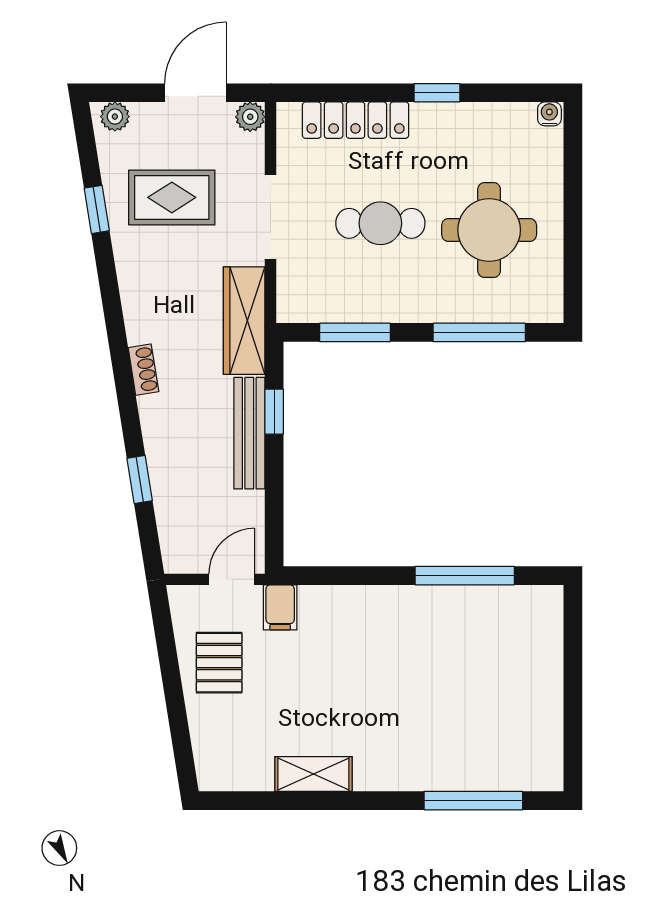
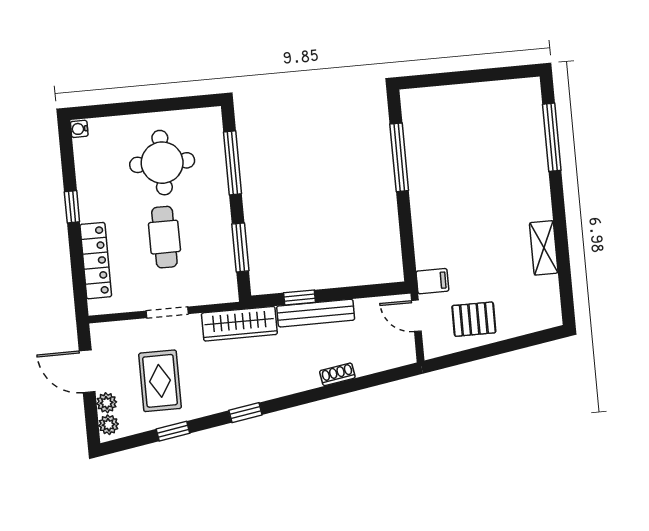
plant: (250, 117) -> (107, 403), moved
doorway: (271, 217) -> (167, 312), width x0.73
shoe rack: (143, 370) -> (337, 374), moved
window: (140, 479) -> (245, 413), moved

